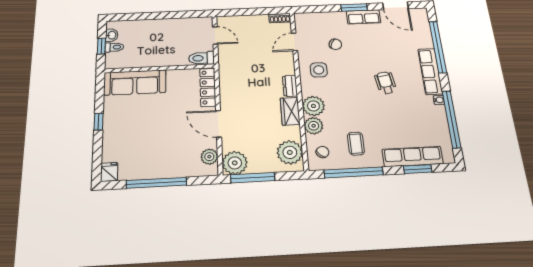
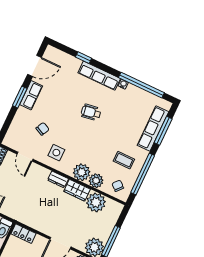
window: (438, 47) -> (84, 58), width x0.32
locker: (208, 87) -> (23, 234), width x0.66
plant: (290, 152) -> (96, 202), moved
window: (418, 169) -> (163, 131), width x1.44

